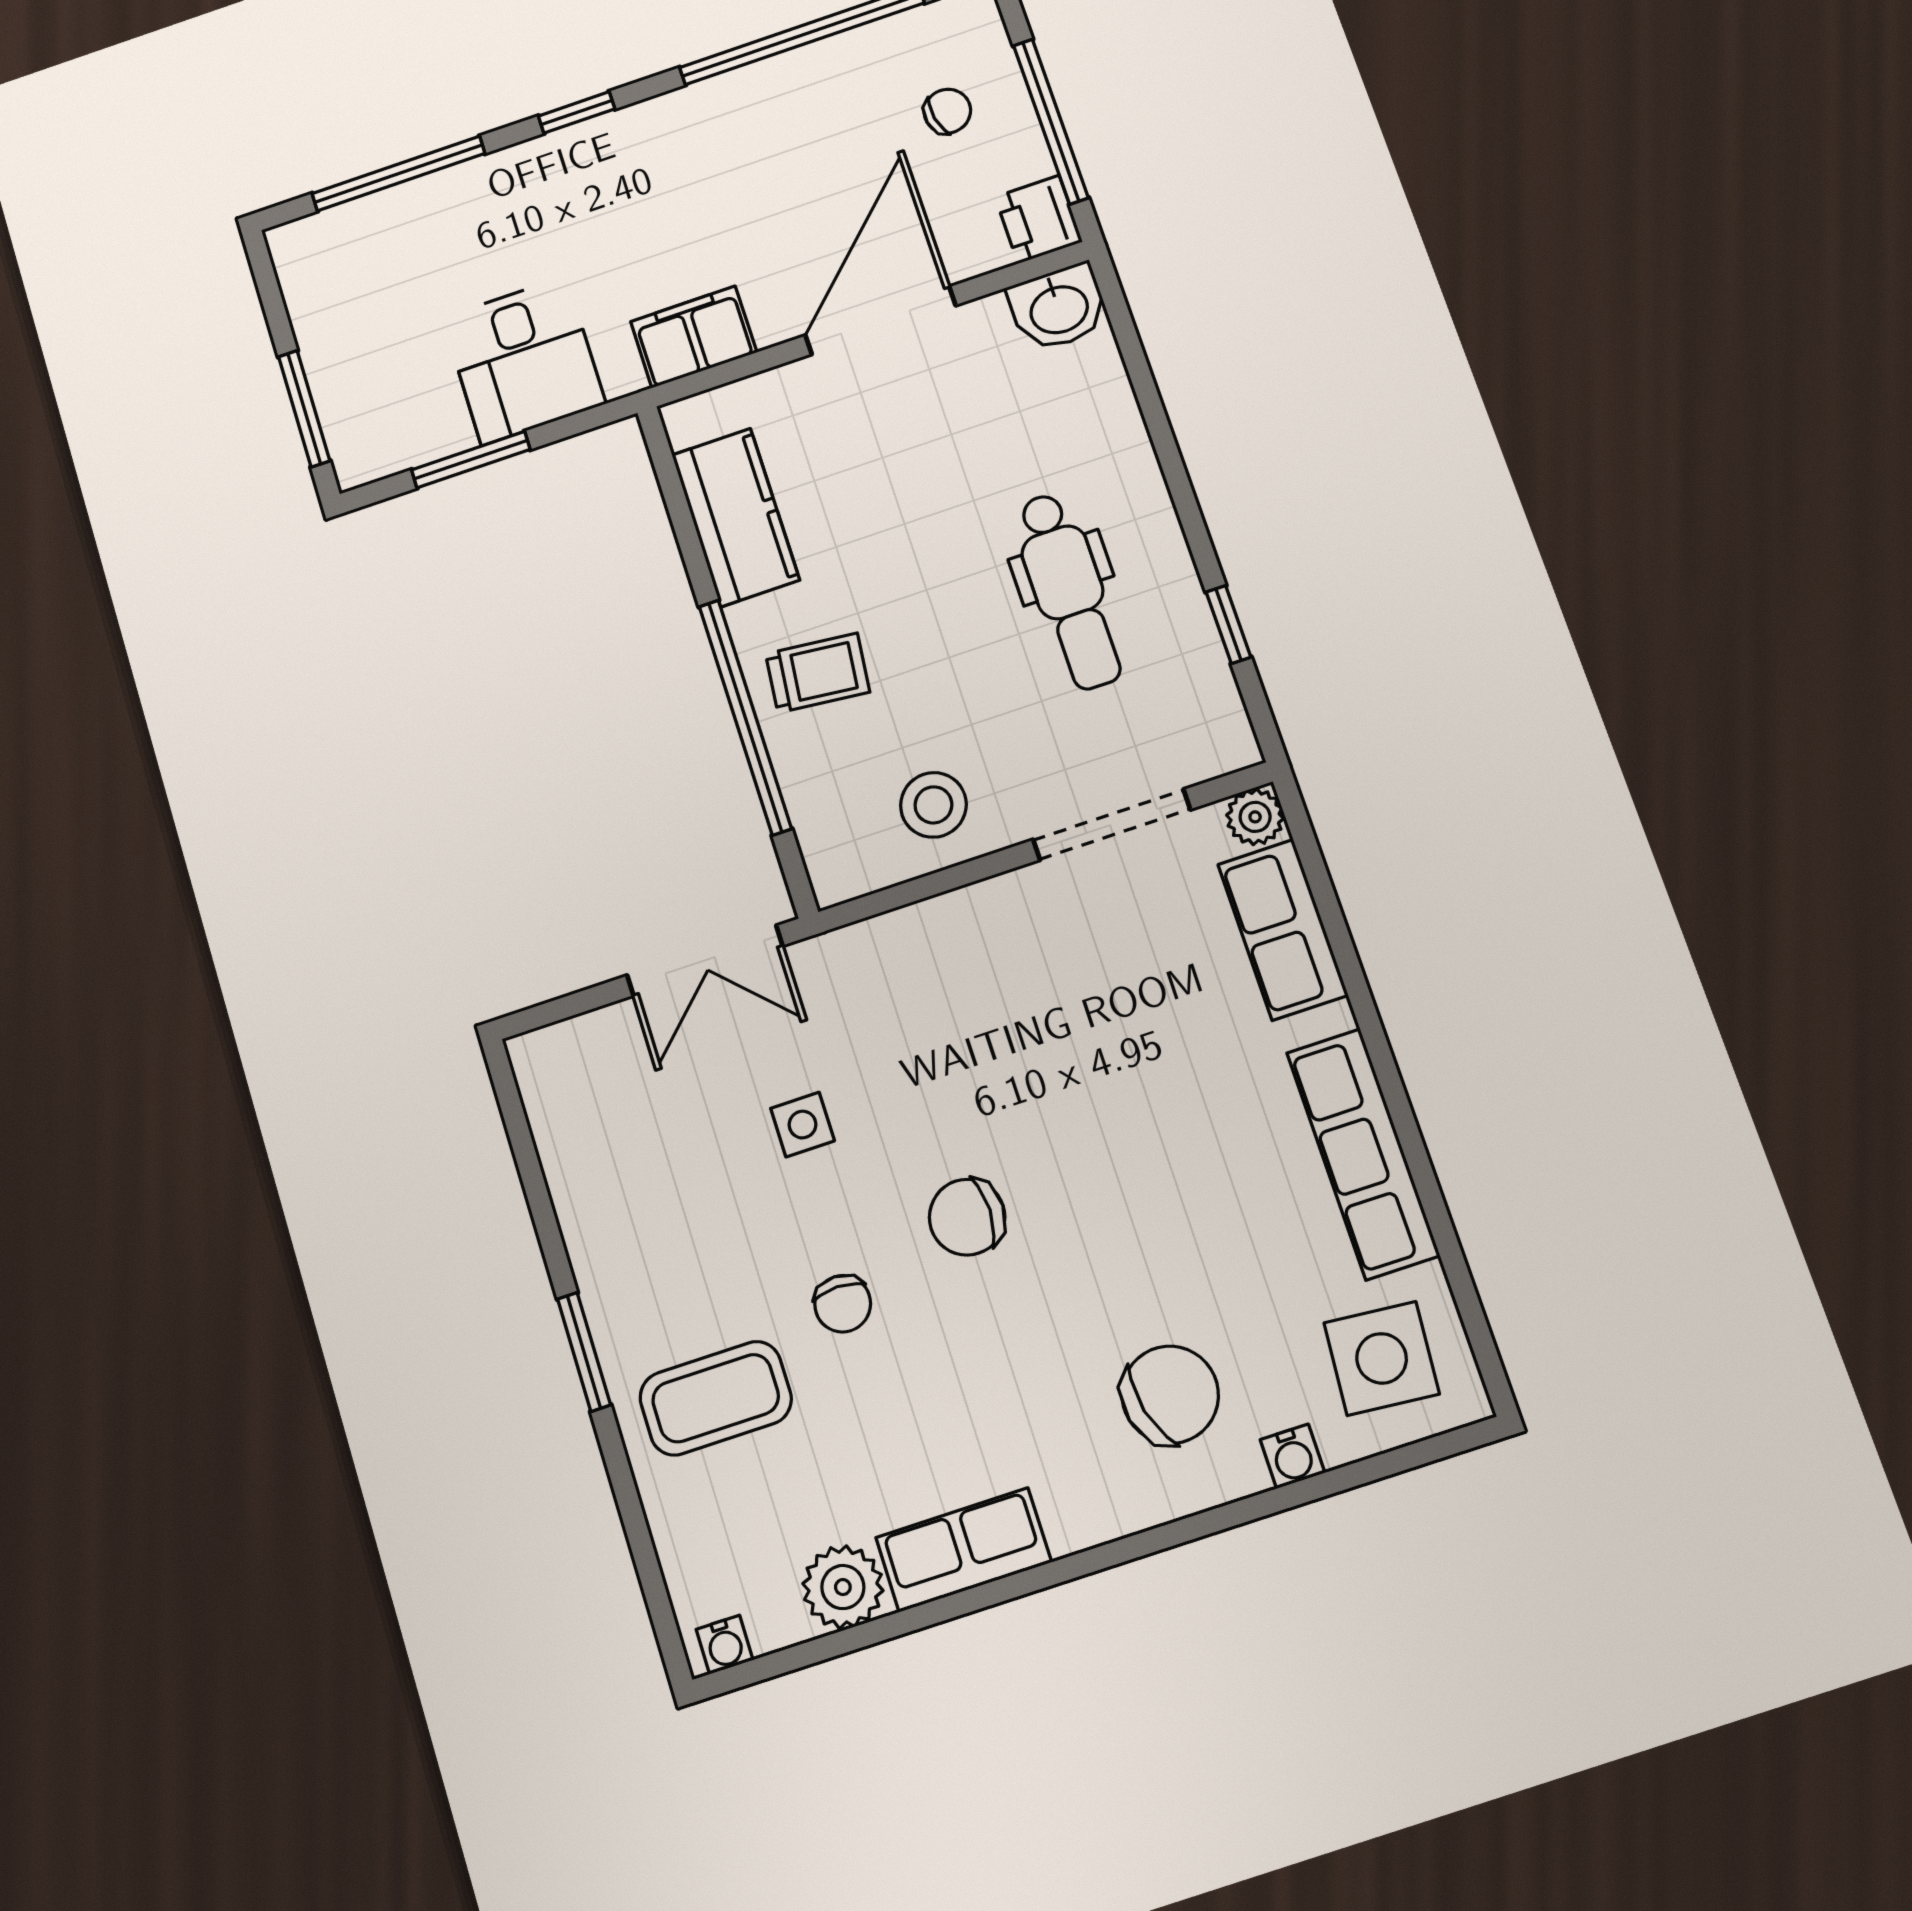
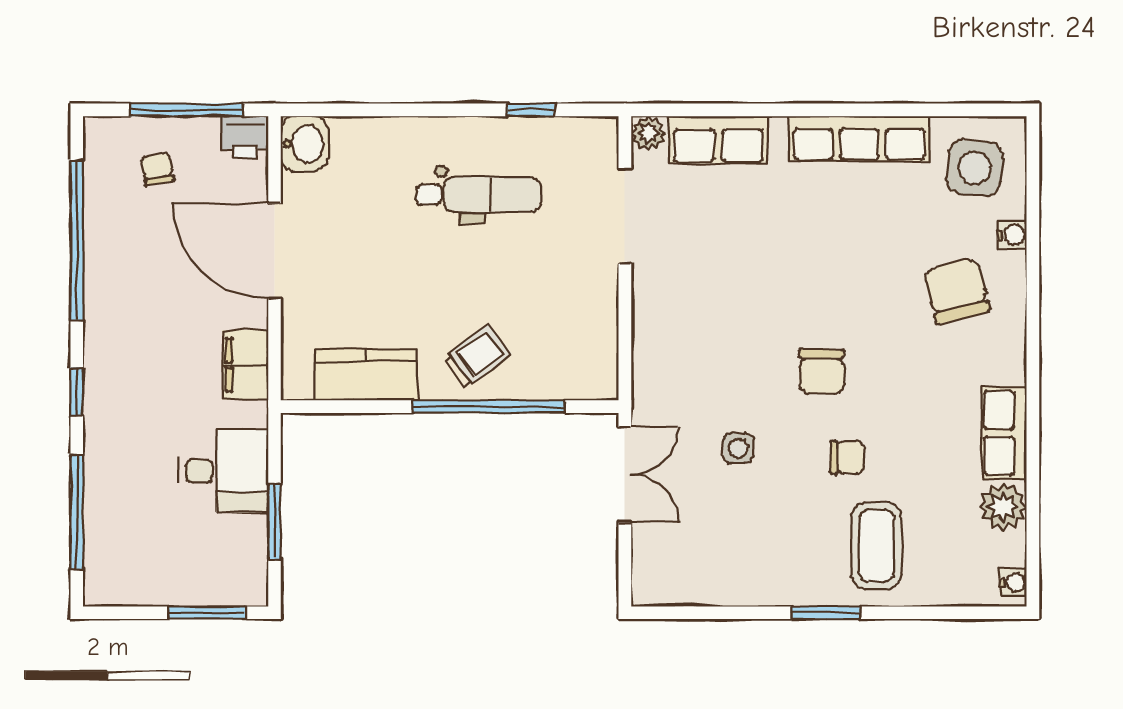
trolley: (818, 673) -> (477, 356), turned 47
stool: (933, 805) -> (578, 314), removed

